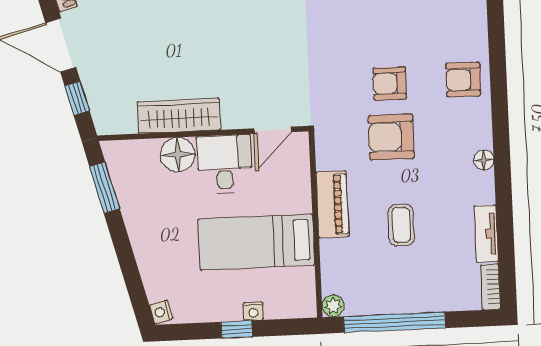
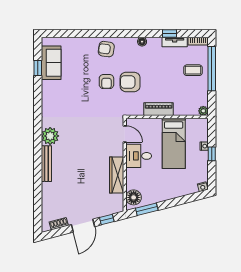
armchair: (463, 80) -> (106, 49), turned 98
armchair: (391, 137) -> (130, 82), turned 90
floor lamp: (178, 155) -> (134, 197), moved
window: (505, 221) -> (170, 34), added
coffee table: (401, 225) -> (193, 70), moved
window: (394, 322) -> (212, 69), moved

